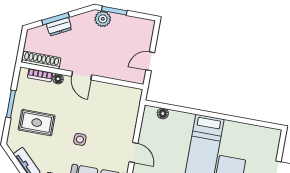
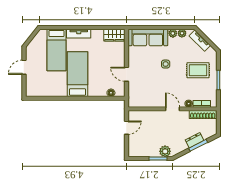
door: (134, 153) -> (126, 74), moved

